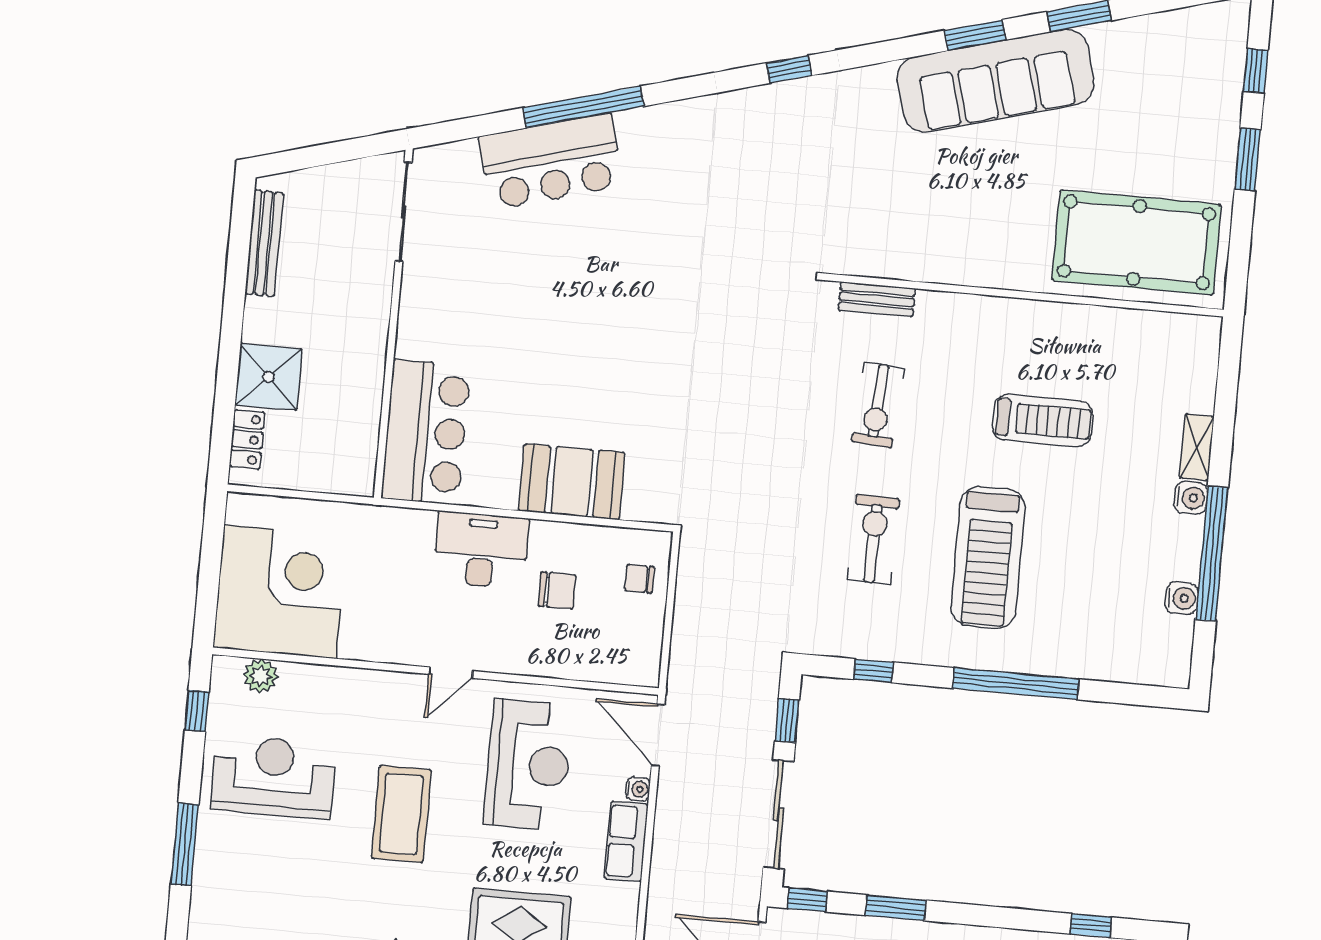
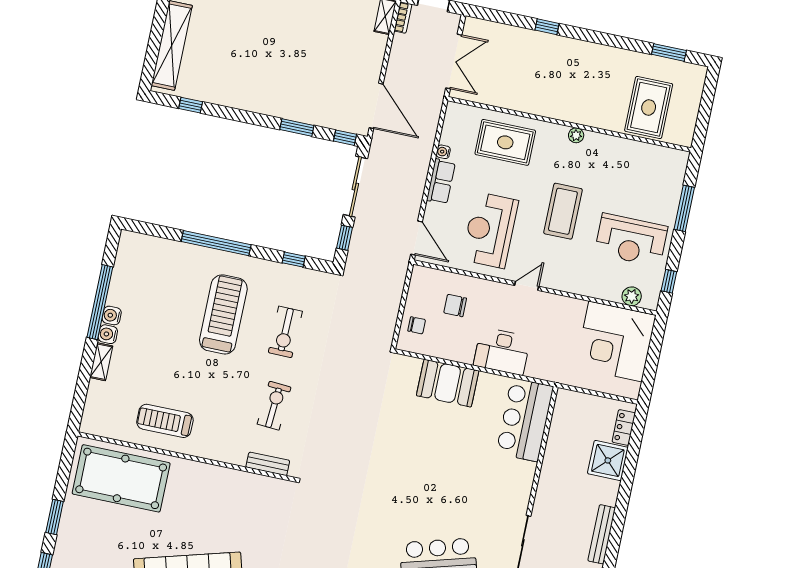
treadmill: (1042, 420) -> (165, 421), moved
chair: (557, 591) -> (455, 305), moved
water cooler: (1182, 598) -> (112, 315), moved
water cooler: (638, 789) -> (443, 152), moved

